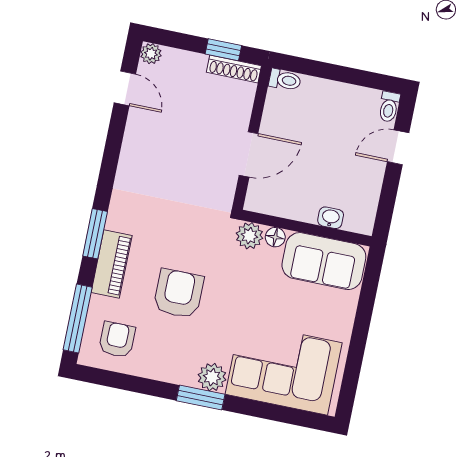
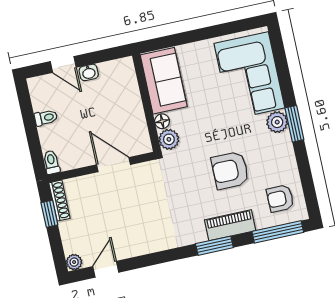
toilet: (389, 107) -> (46, 118), moved
washbasin: (331, 218) -> (89, 72), moved, turned -90

